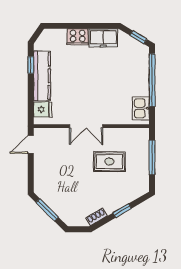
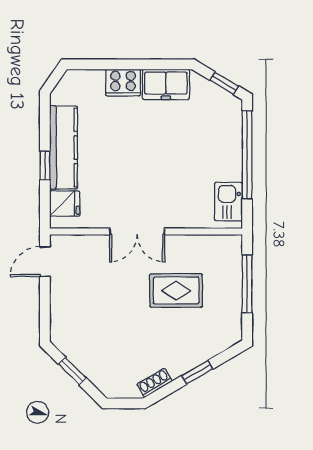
window: (31, 65) -> (45, 165), moved
window: (47, 210) -> (72, 371), width x0.67

